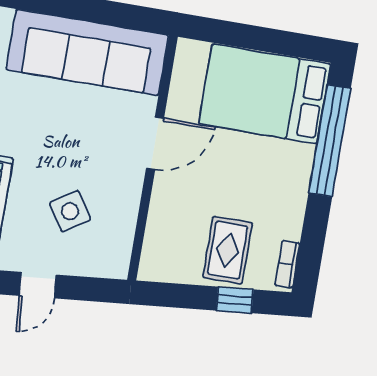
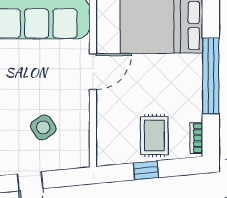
window: (330, 141) -> (211, 76), moved
window: (235, 300) -> (146, 170), moved

